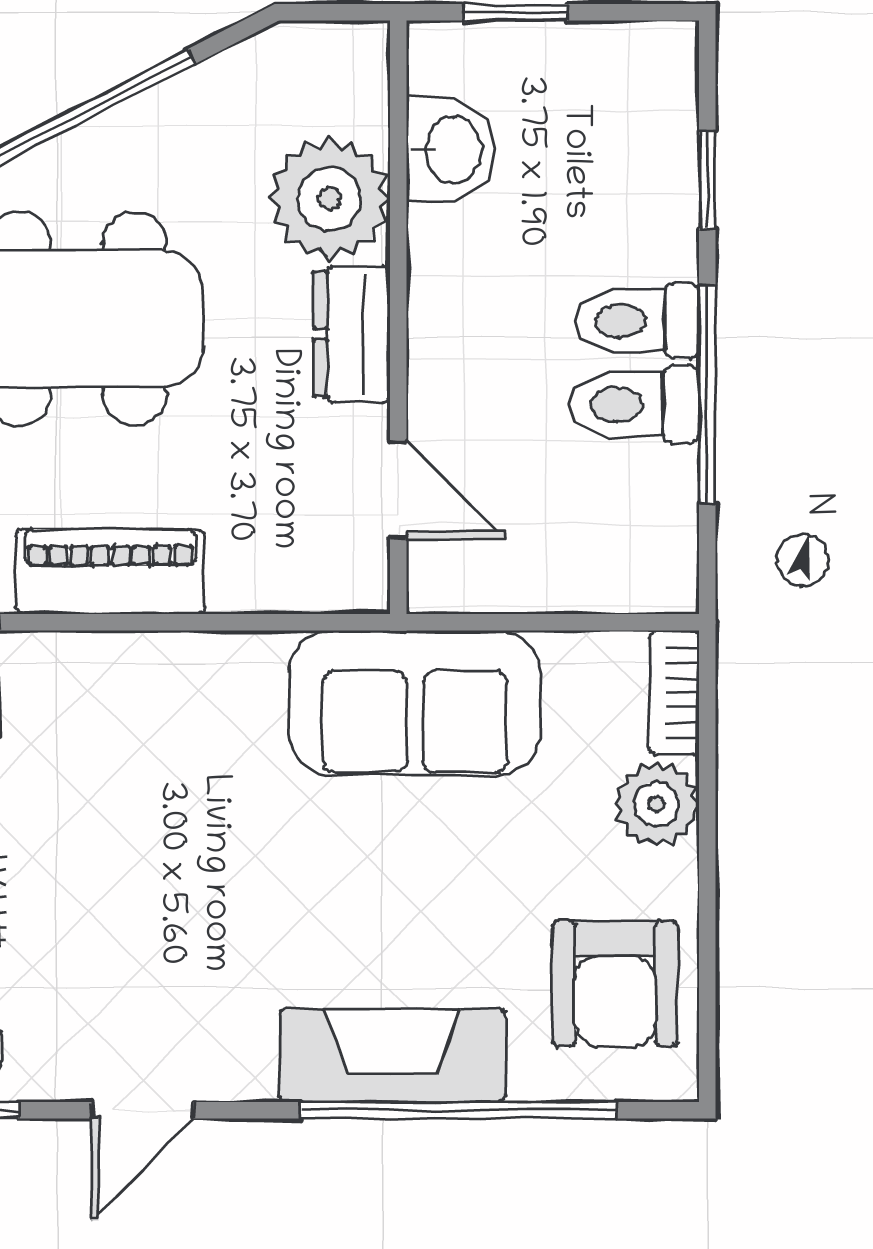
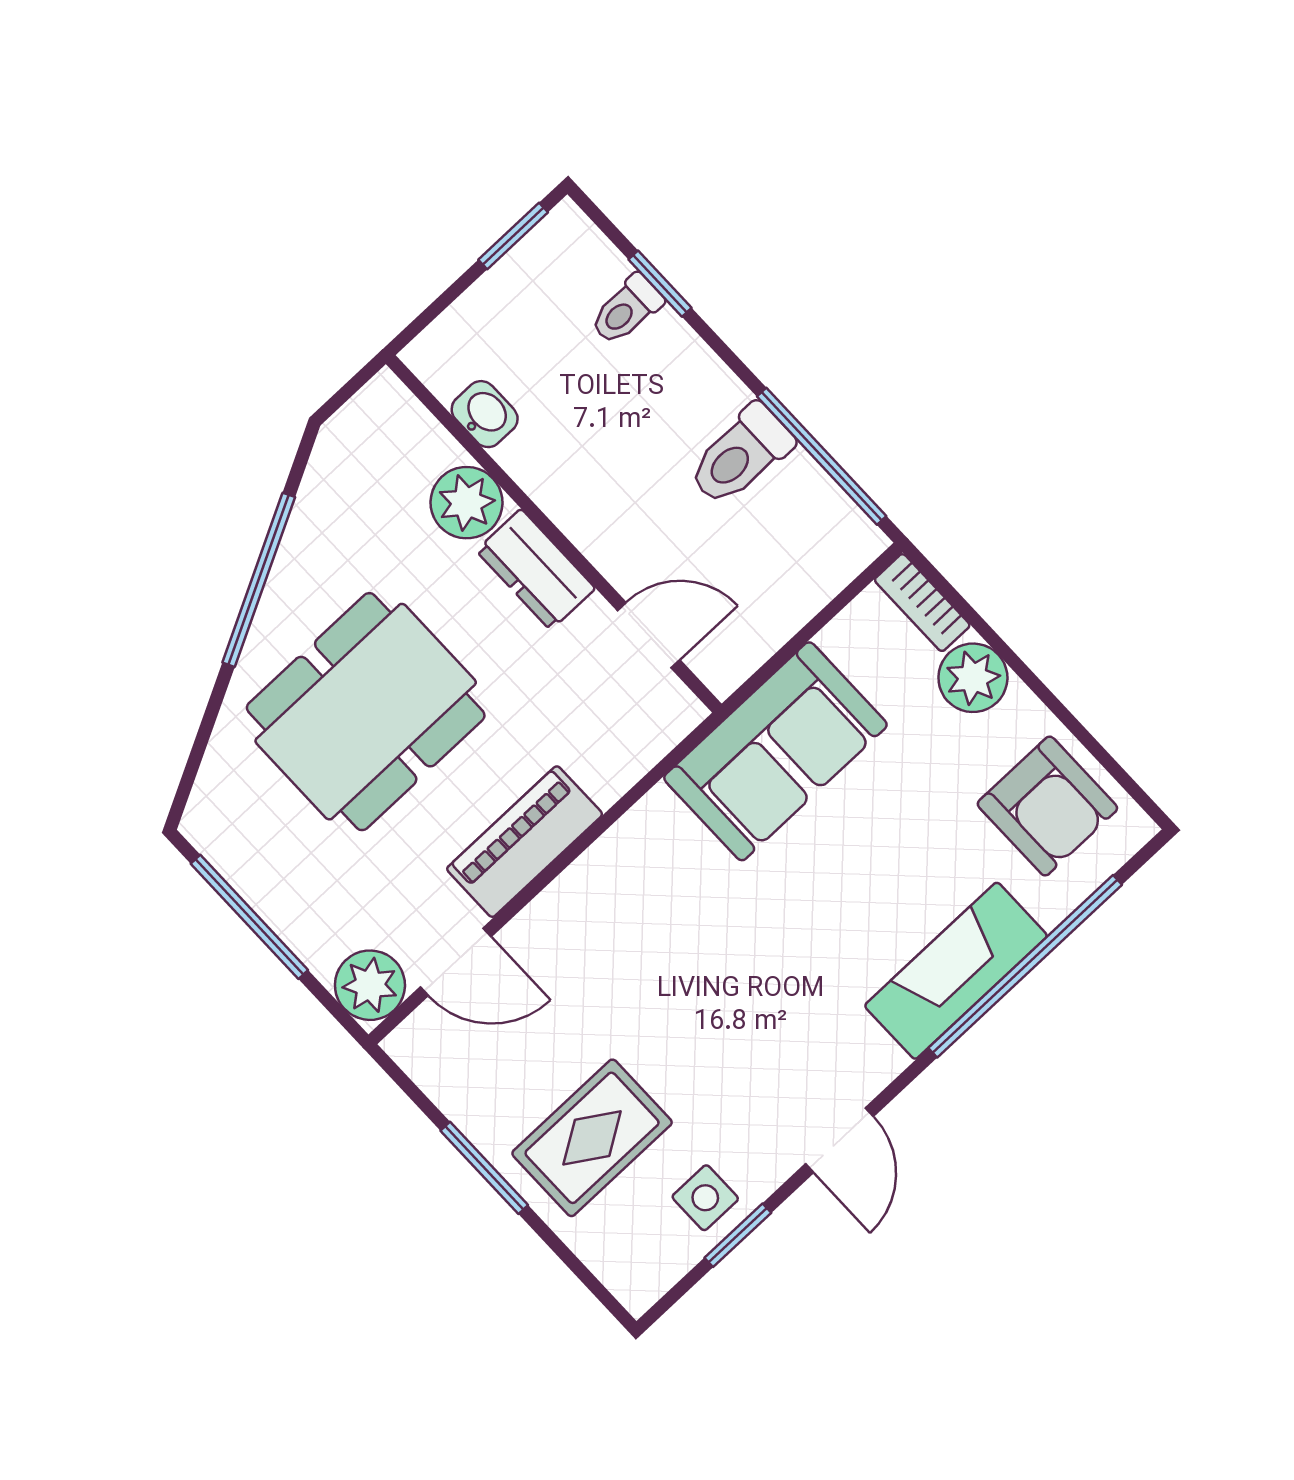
window: (515, 12) -> (513, 236), moved
washbasin: (451, 150) -> (485, 414), width x0.72, depth x0.69
plant: (329, 199) -> (467, 503), width x0.73, depth x0.73
toilet: (637, 321) -> (626, 310), moved, width x0.73, depth x0.72
window: (707, 394) -> (822, 456), moved

